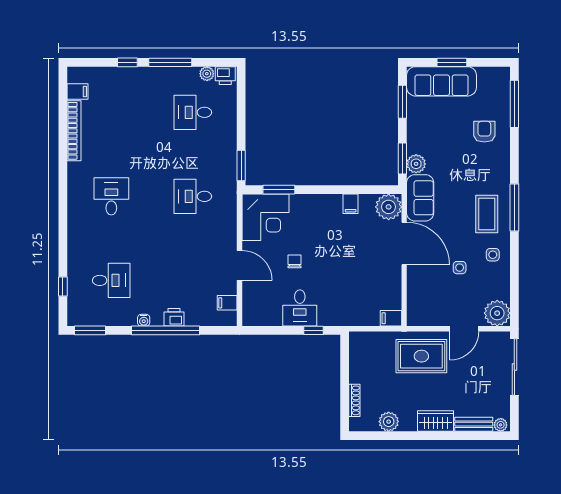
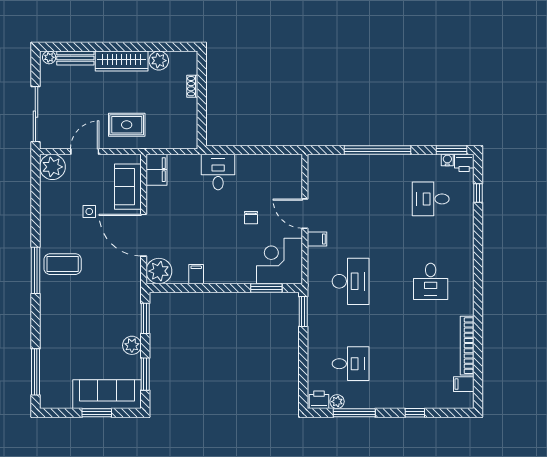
window: (170, 62) -> (354, 413), moved
armchair: (484, 132) -> (65, 345), removed
plant: (416, 164) -> (132, 345), moved
desk: (193, 196) -> (351, 281), width x1.37
sofa: (420, 198) -> (128, 187), moved
coffee table: (487, 214) -> (63, 264), turned 90
side table: (493, 255) -> (57, 224), removed
filing cabinet: (227, 303) -> (317, 239), moved
desk: (300, 308) -> (218, 172), moved
printer: (174, 317) -> (464, 163), moved
filing cabinet: (391, 318) -> (157, 170), width x2.00
water cooler: (144, 320) -> (447, 160), moved
window: (313, 330) -> (232, 150), removed
rug: (421, 356) -> (127, 125), width x0.73, depth x0.70
shoe rack: (354, 400) -> (192, 86), width x0.70
wardrobe: (436, 421) -> (122, 61), width x1.50

